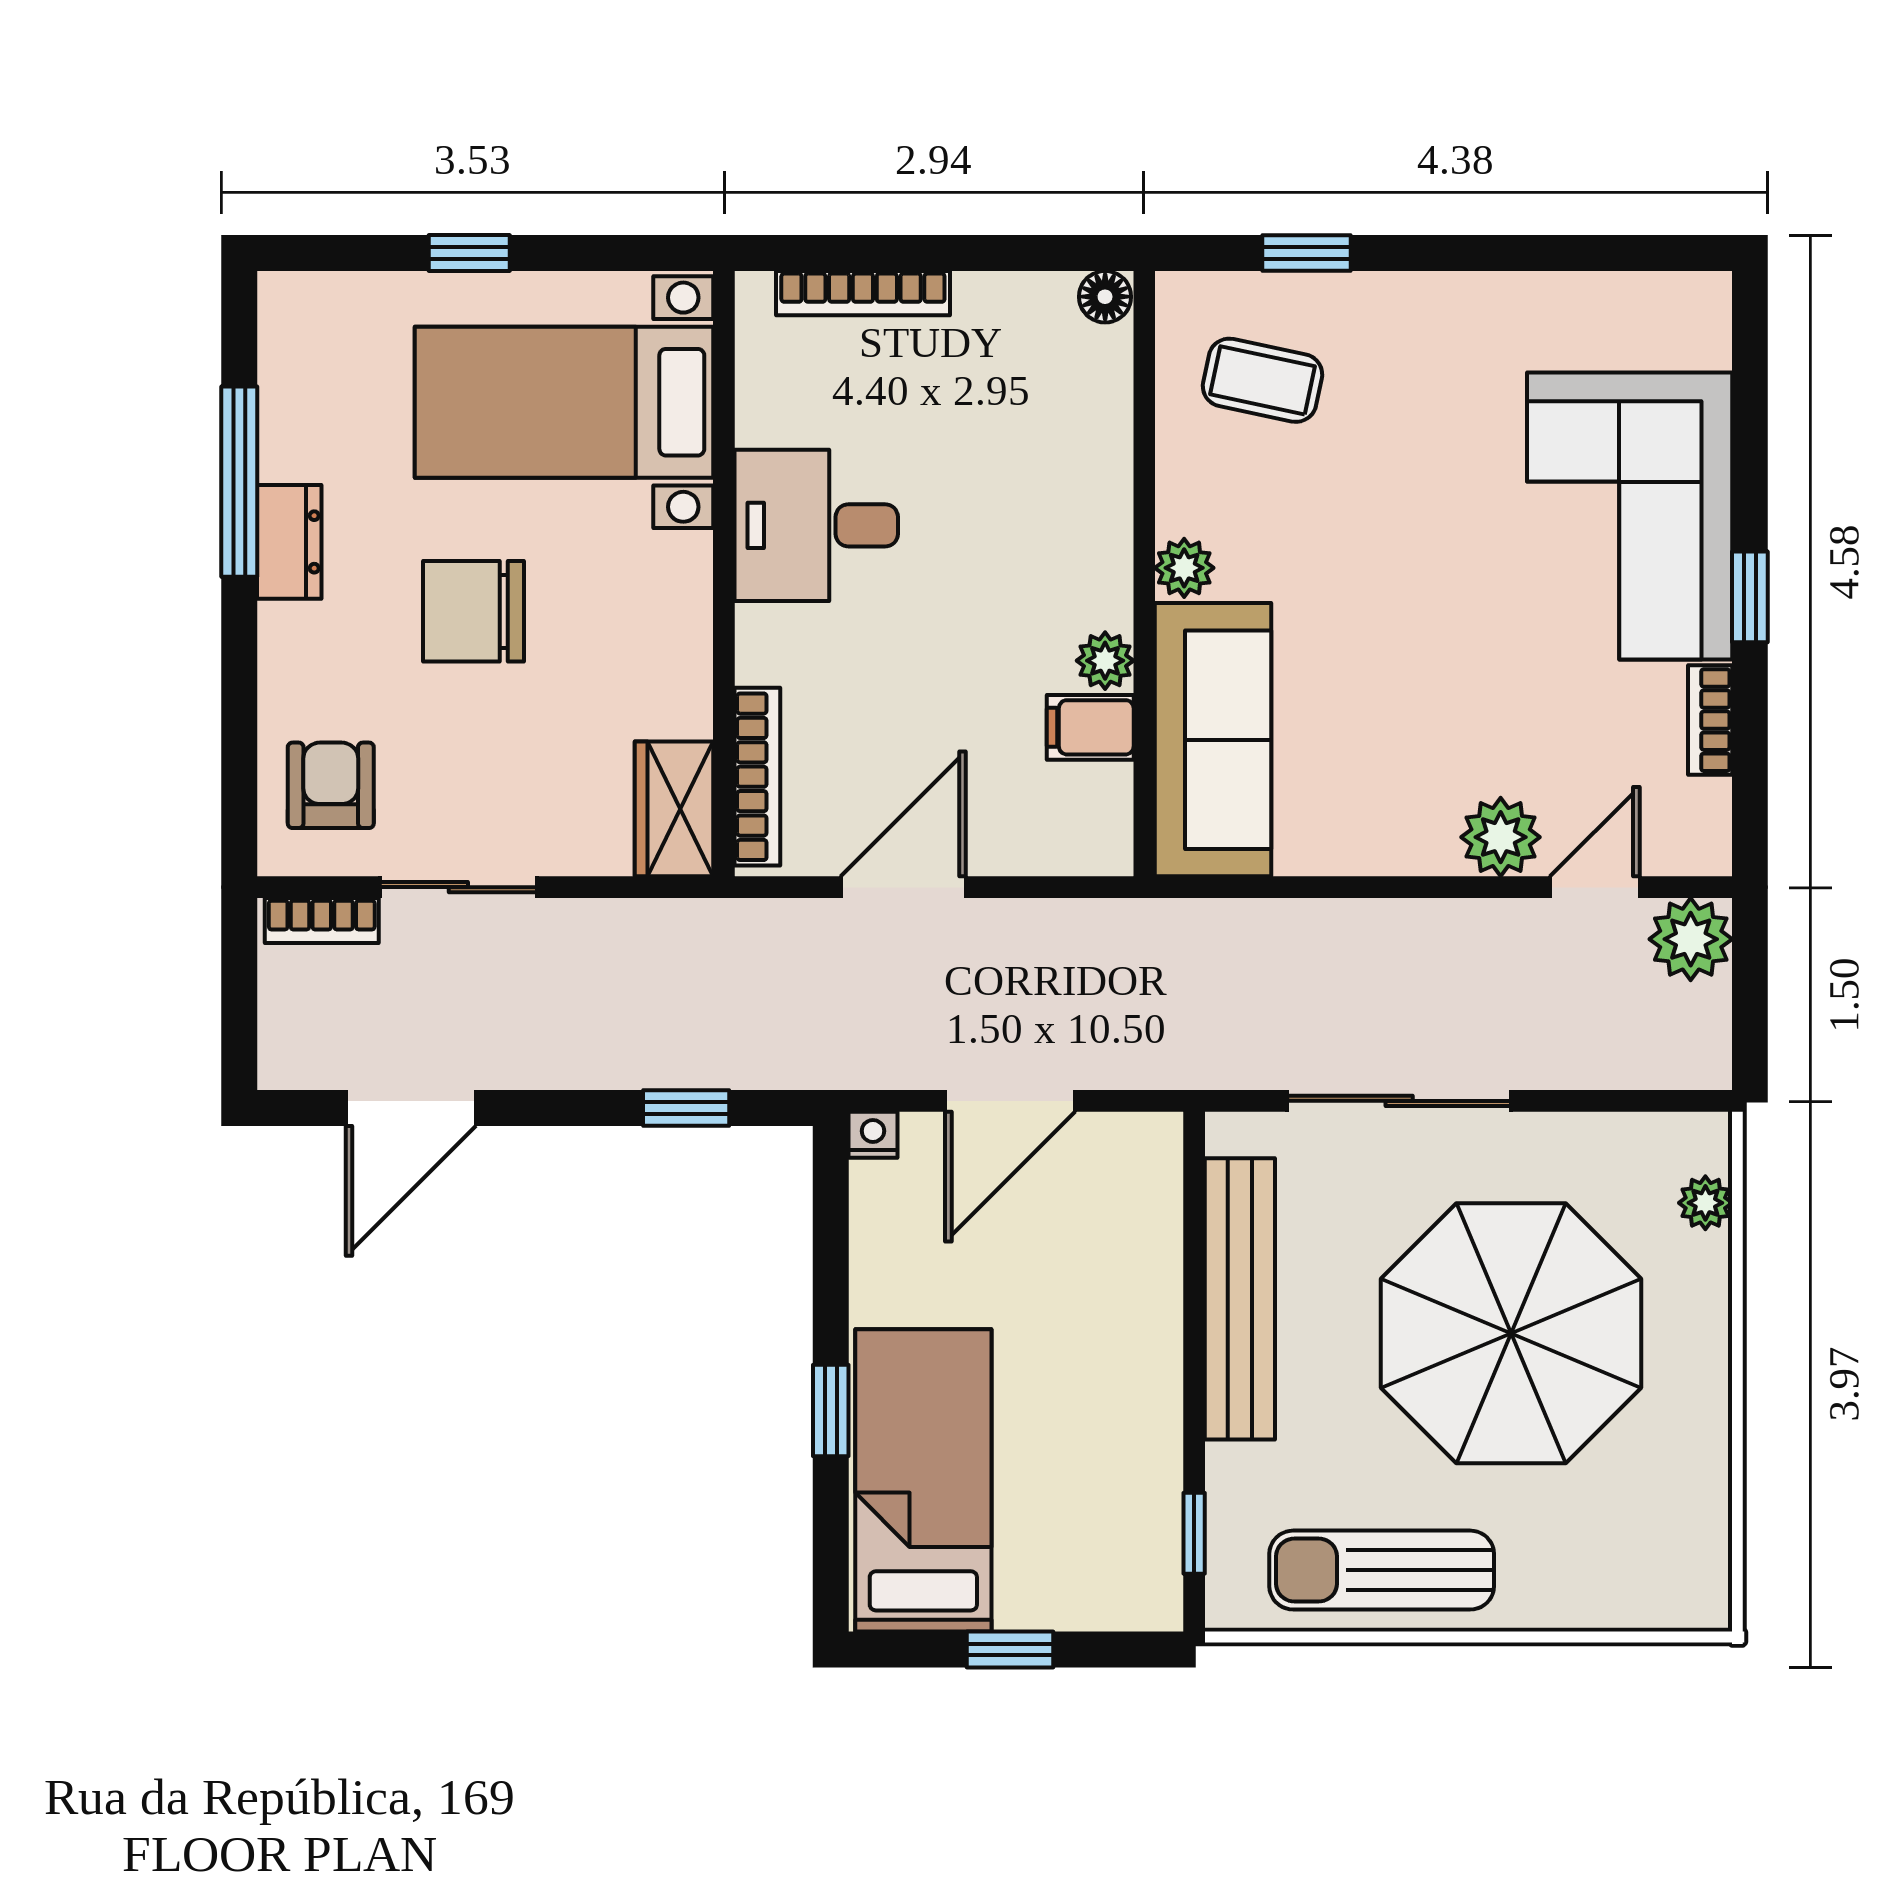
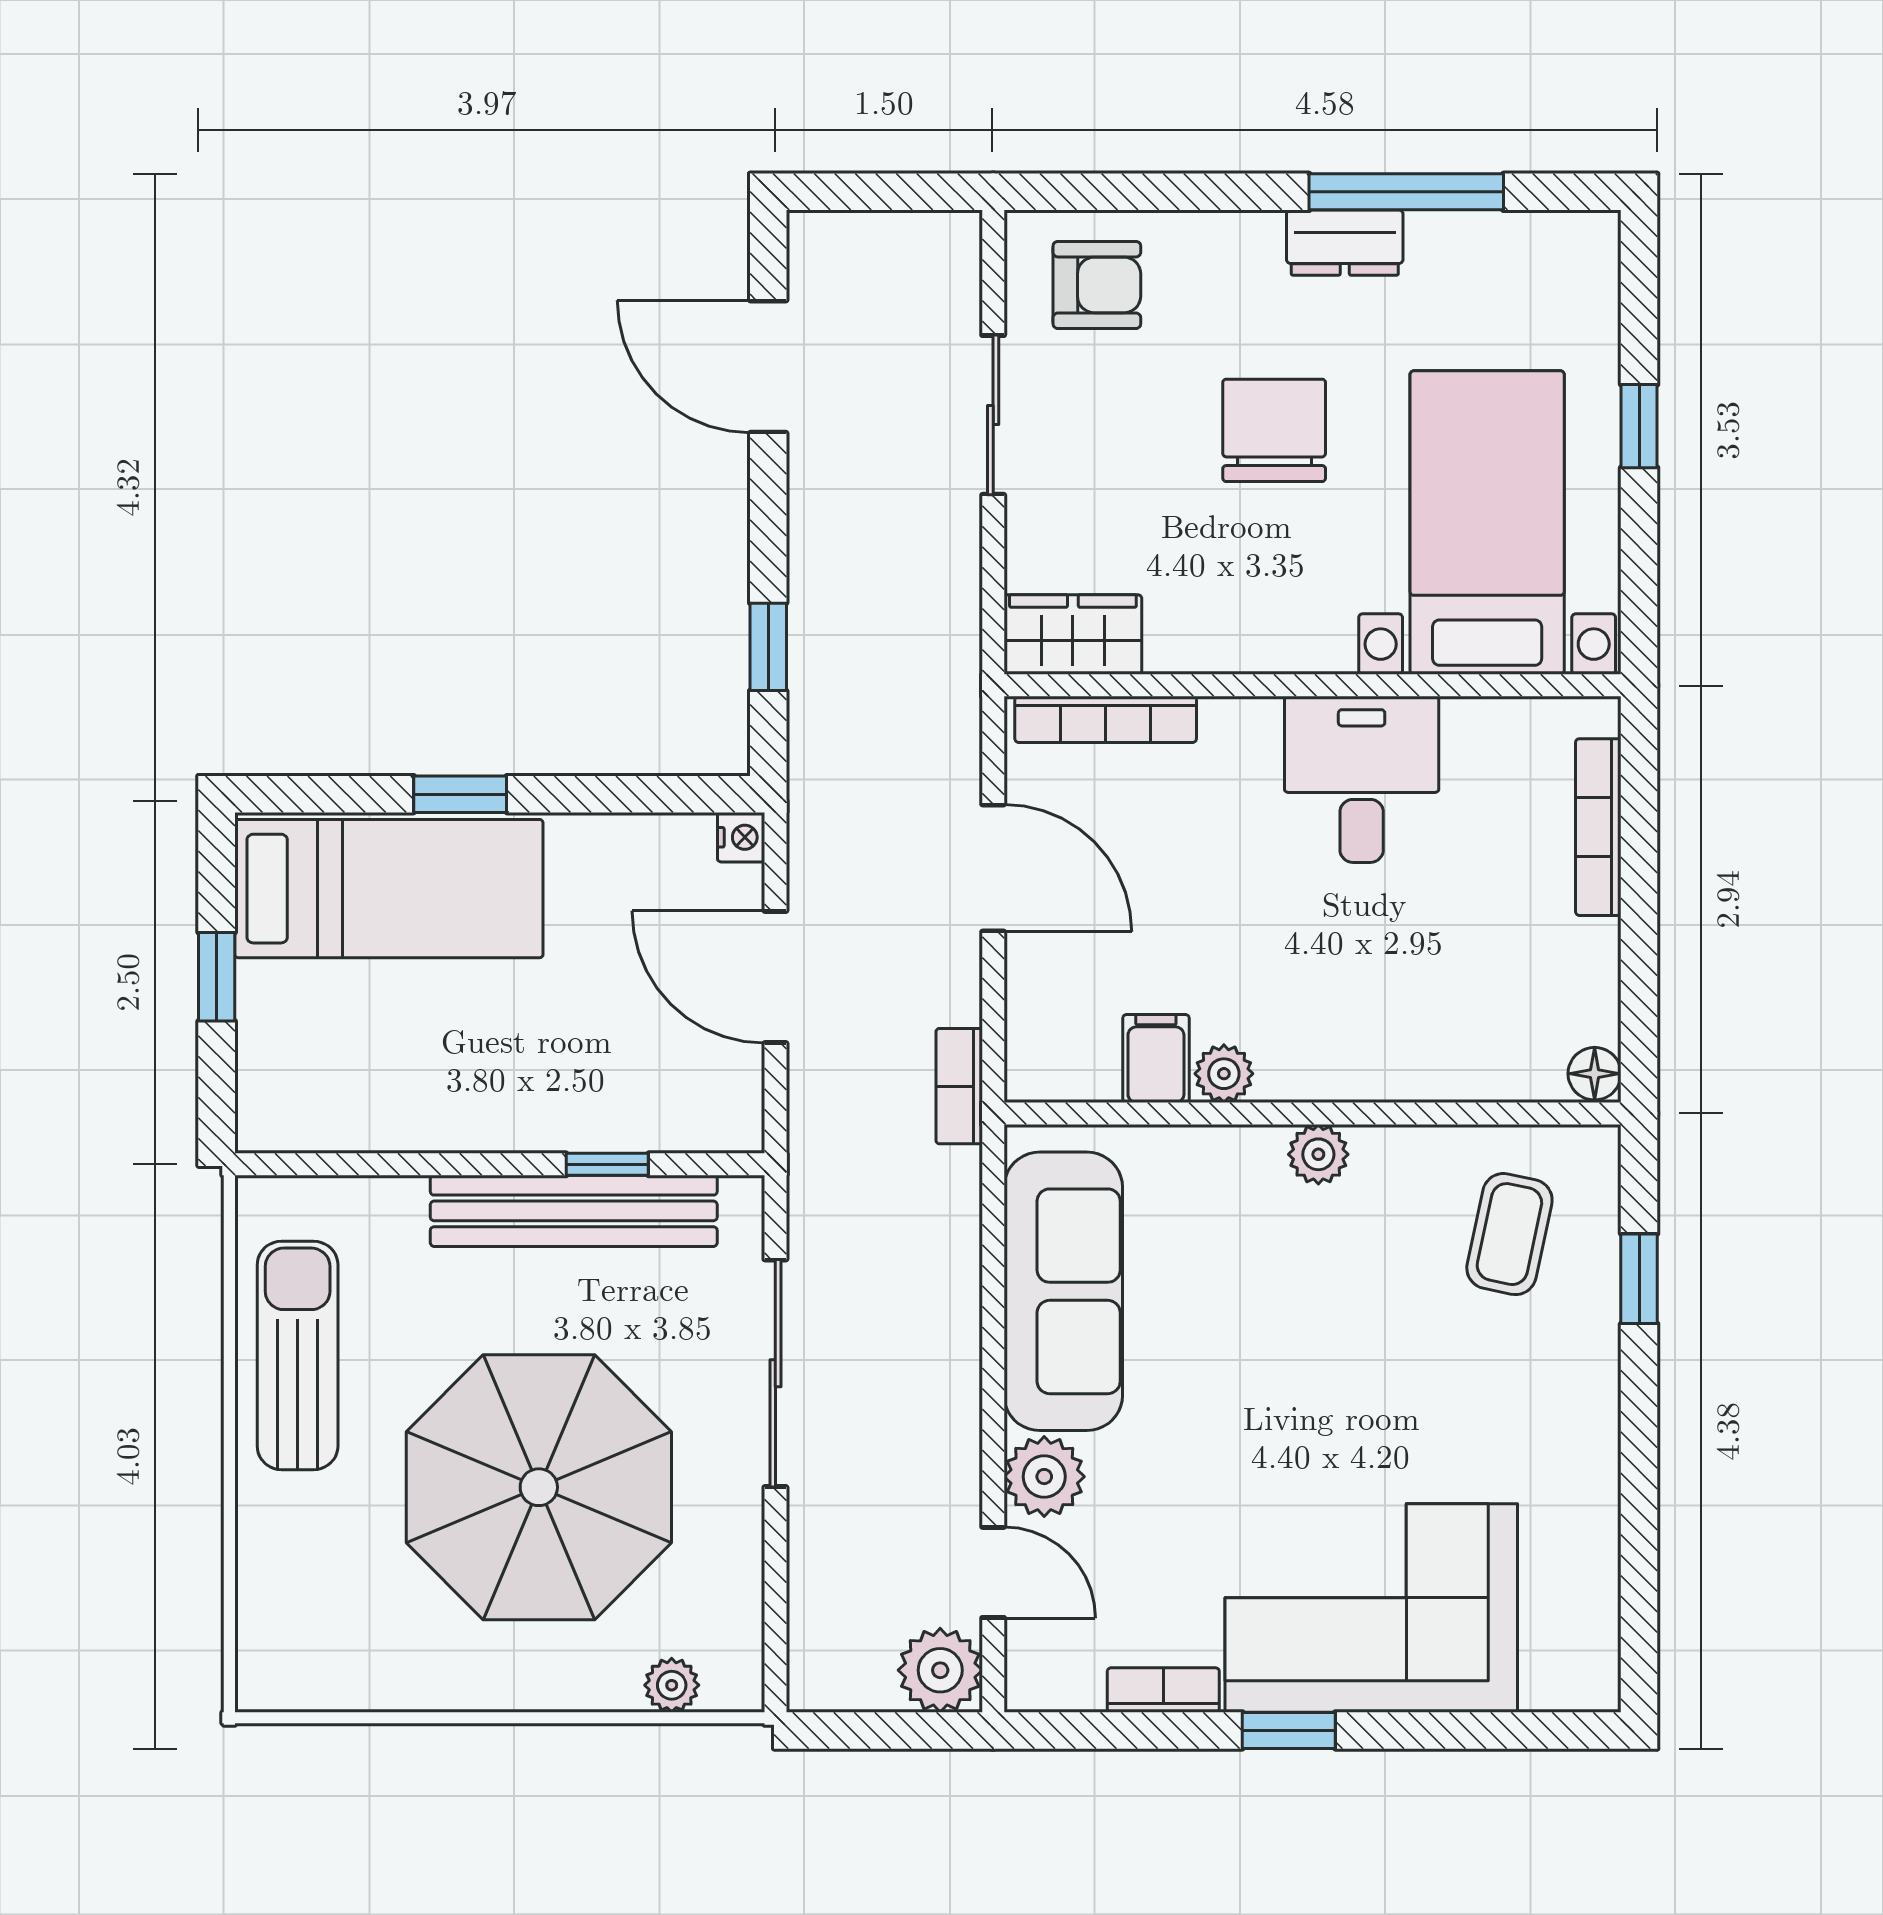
sofa: (1213, 740) -> (1063, 1291), moved, turned -90
bookcase: (322, 921) -> (959, 1086), moved
window: (1194, 1533) -> (607, 1164), moved

